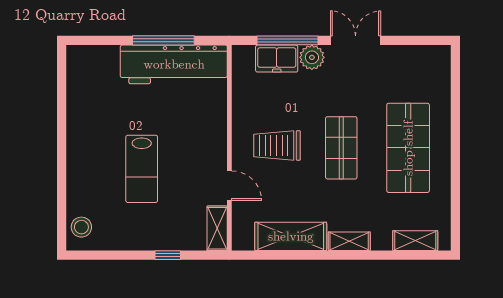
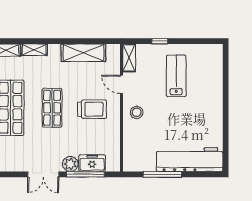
workbench: (174, 64) -> (190, 160), moved
lab bench: (142, 169) -> (176, 76), moved
stool: (81, 227) -> (137, 112), moved
shelving: (349, 241) -> (34, 50), moved

